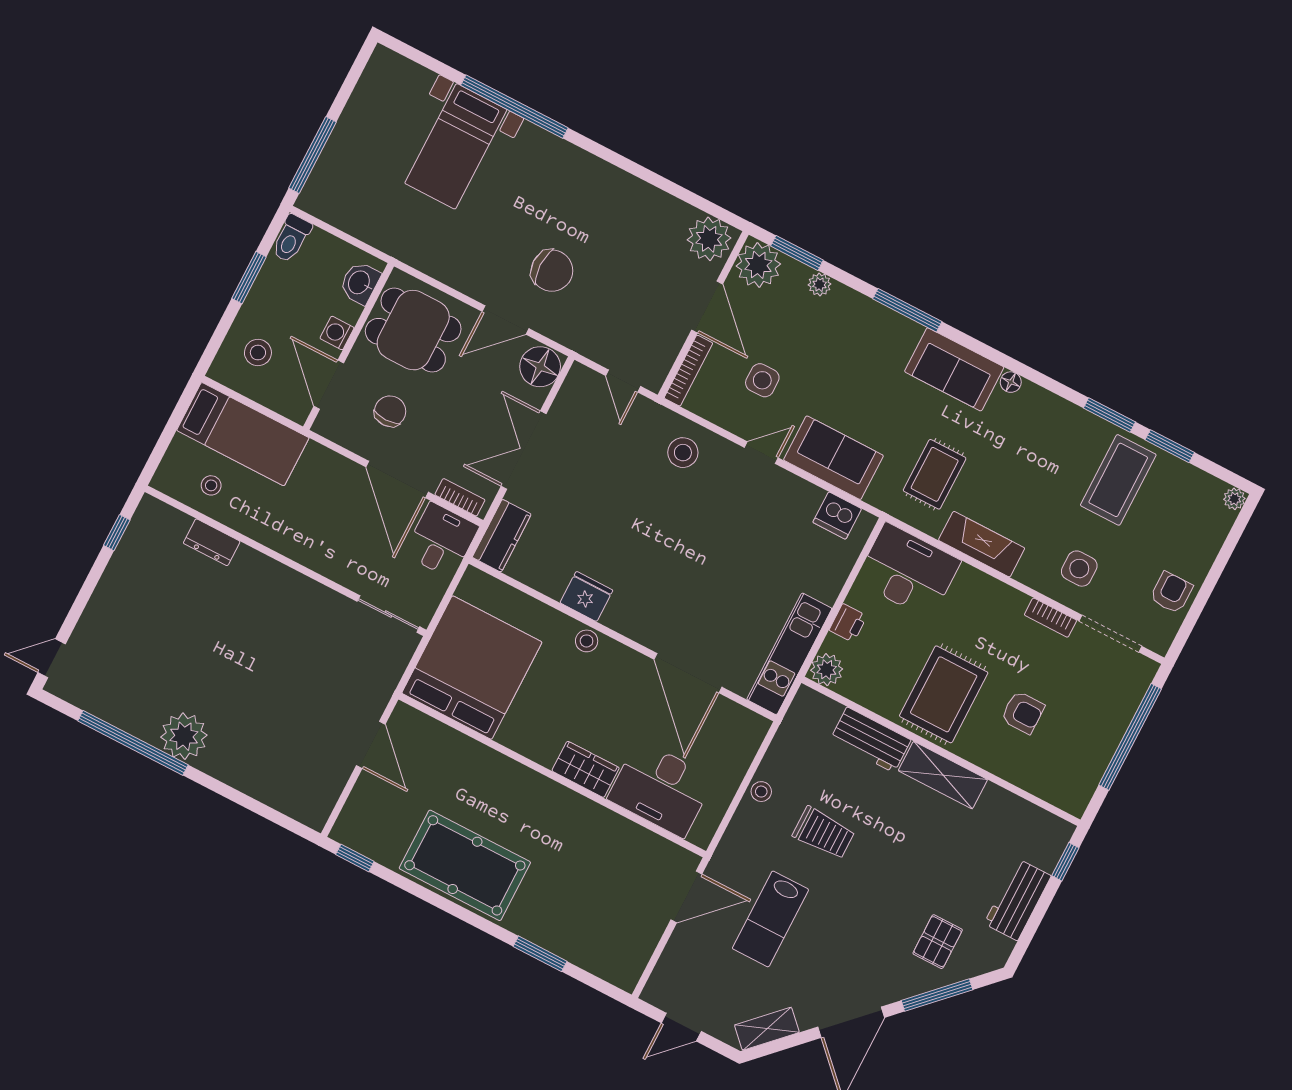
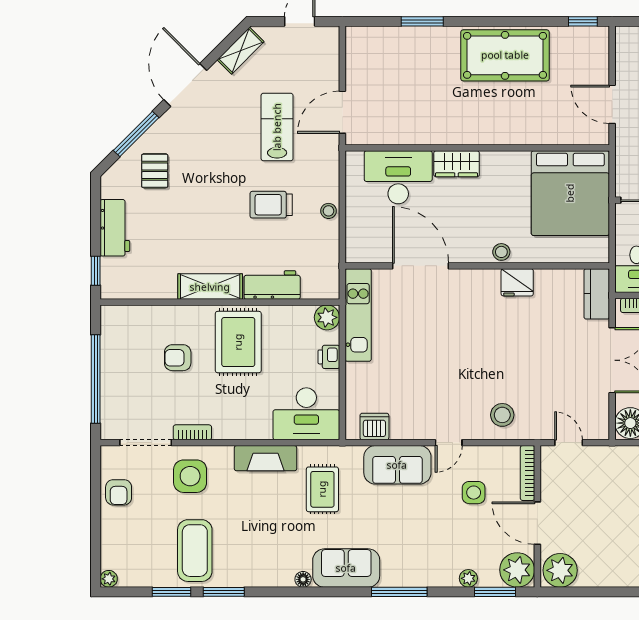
side table: (1079, 569) -> (190, 476), width x1.37, depth x1.37

